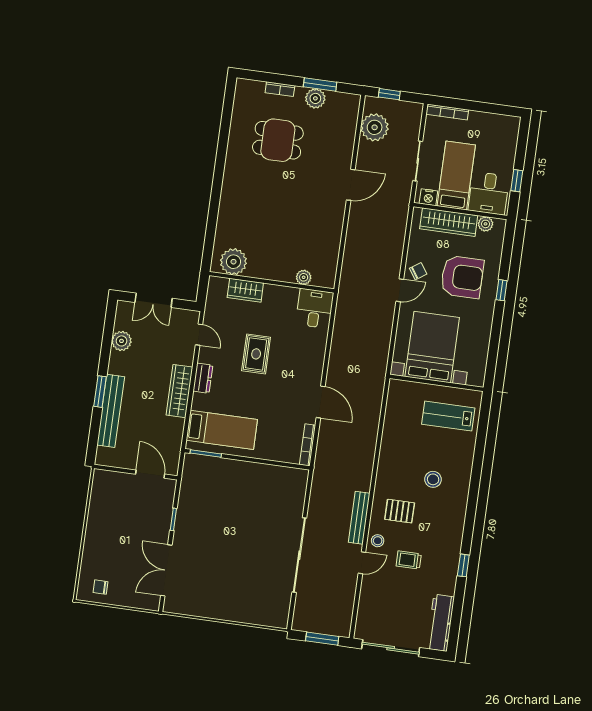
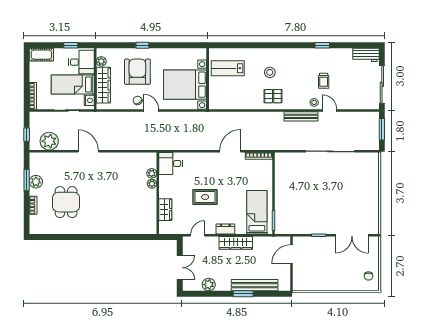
cot: (509, 134) -> (41, 55), added
plant: (234, 262) -> (152, 184), moved, width x0.53, depth x0.53
lab bench: (448, 416) -> (228, 68), turned 90
pallet: (400, 511) -> (273, 96), moved, turned 90
workbench: (440, 623) -> (366, 55), width x0.73

